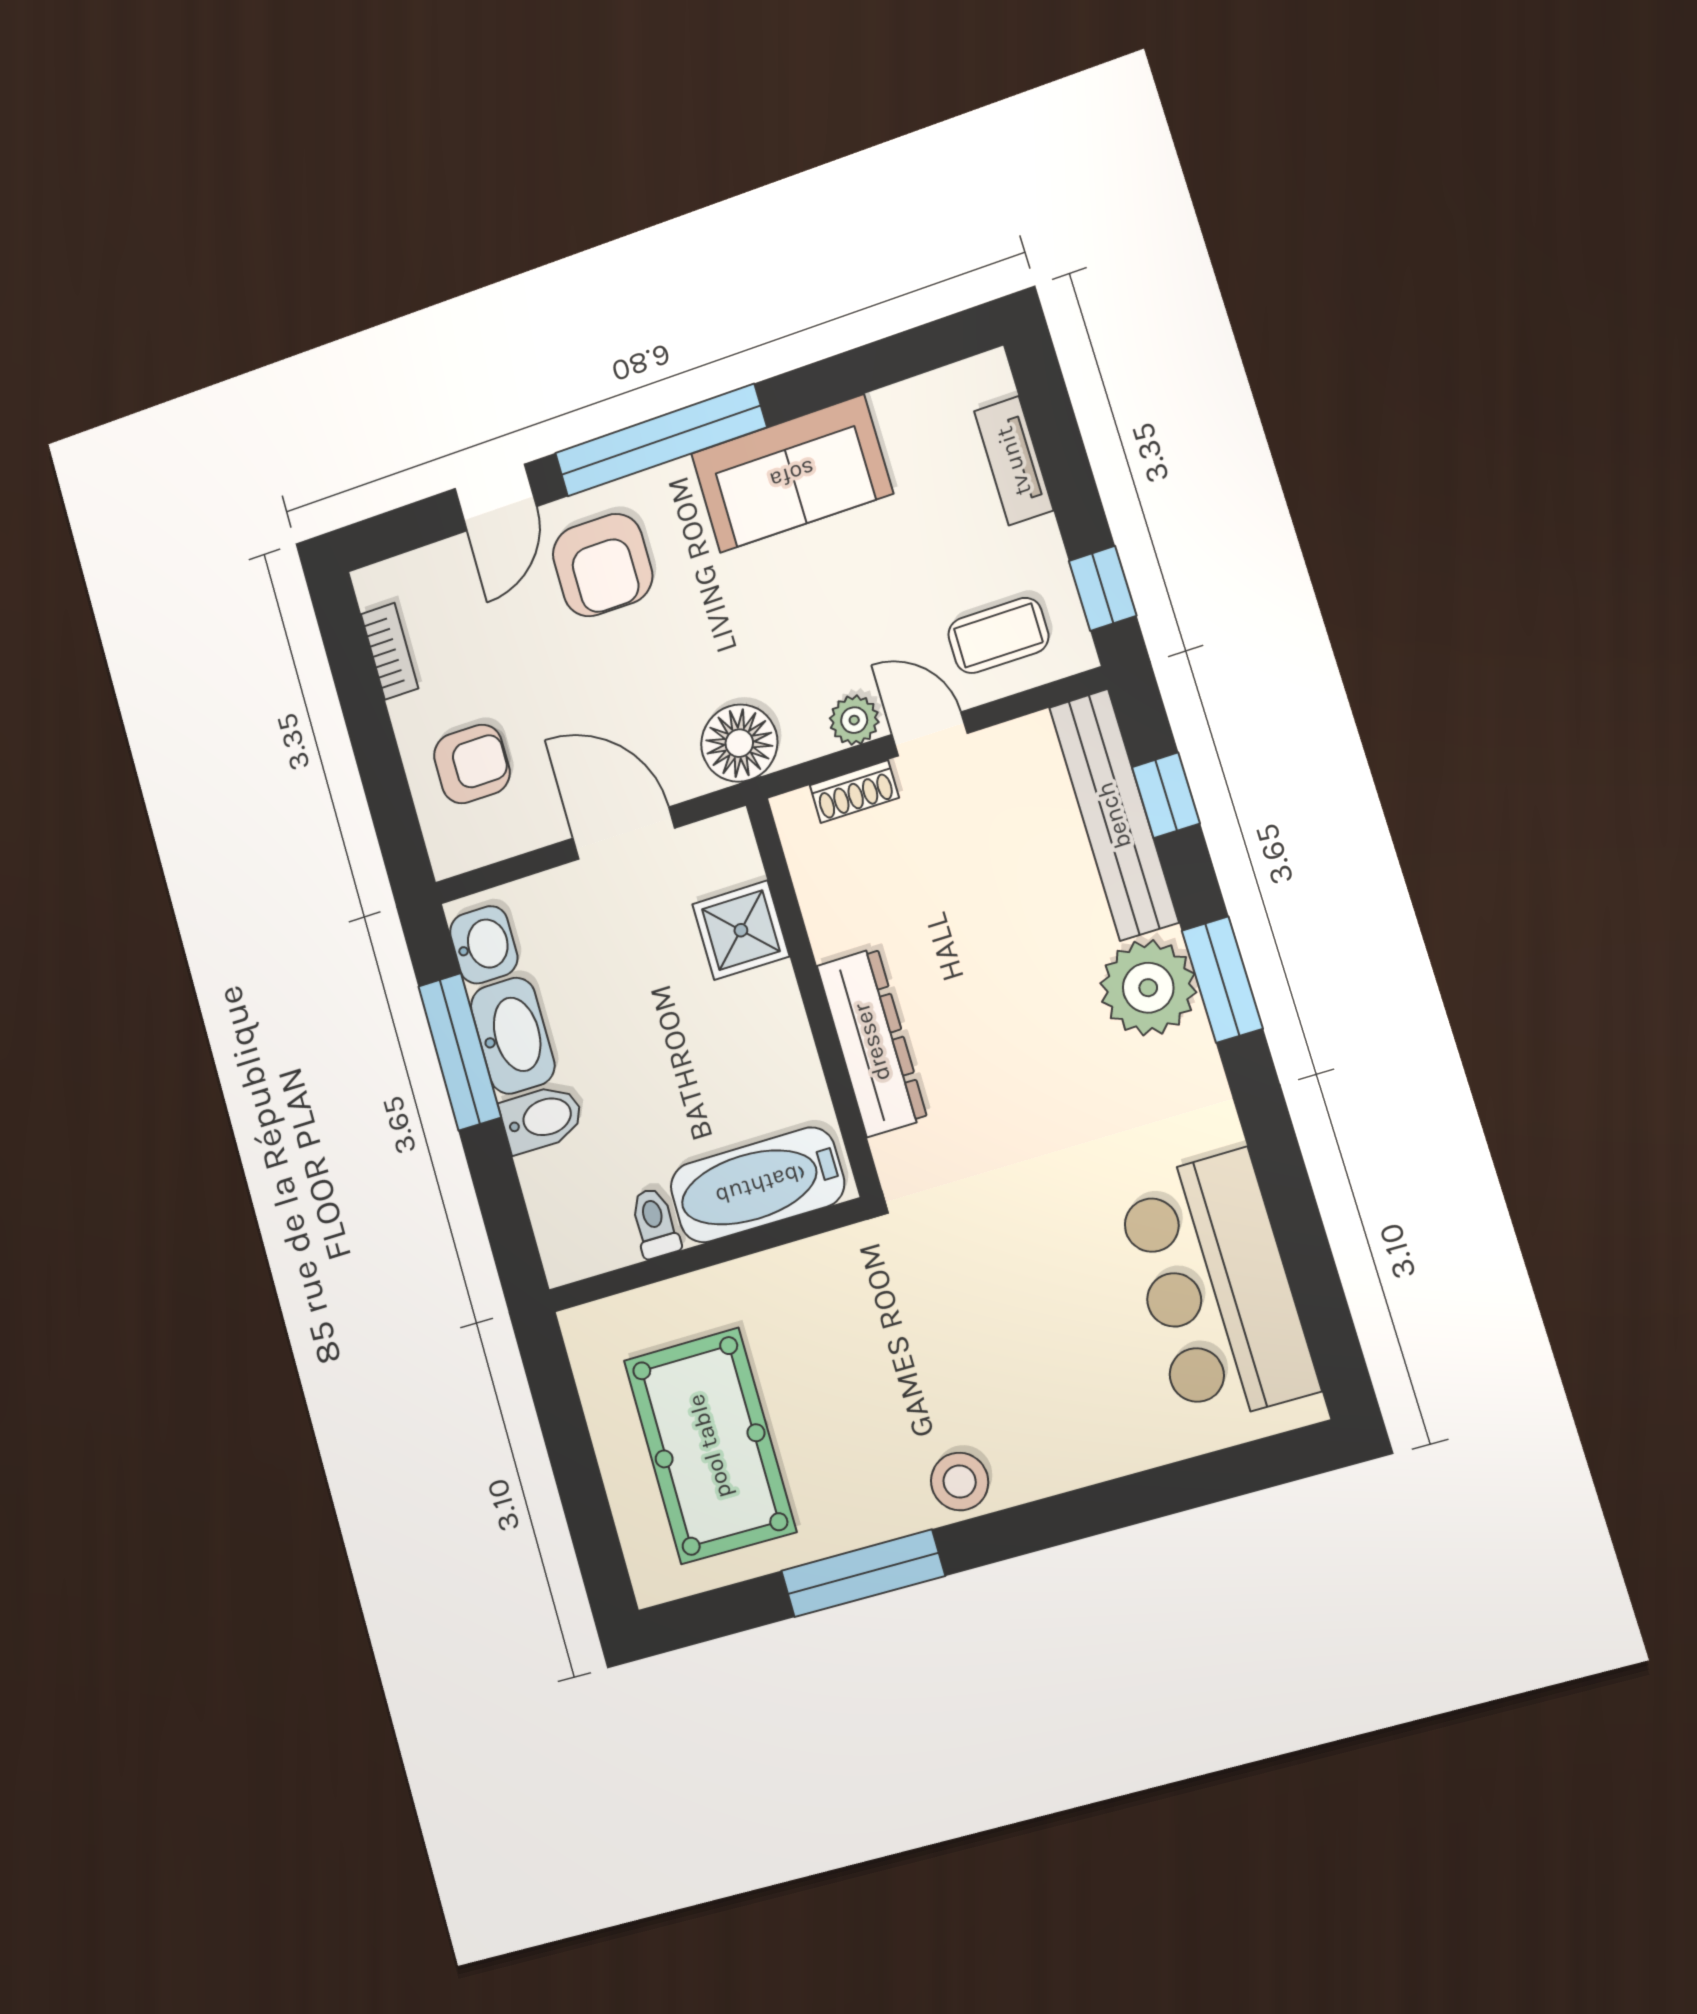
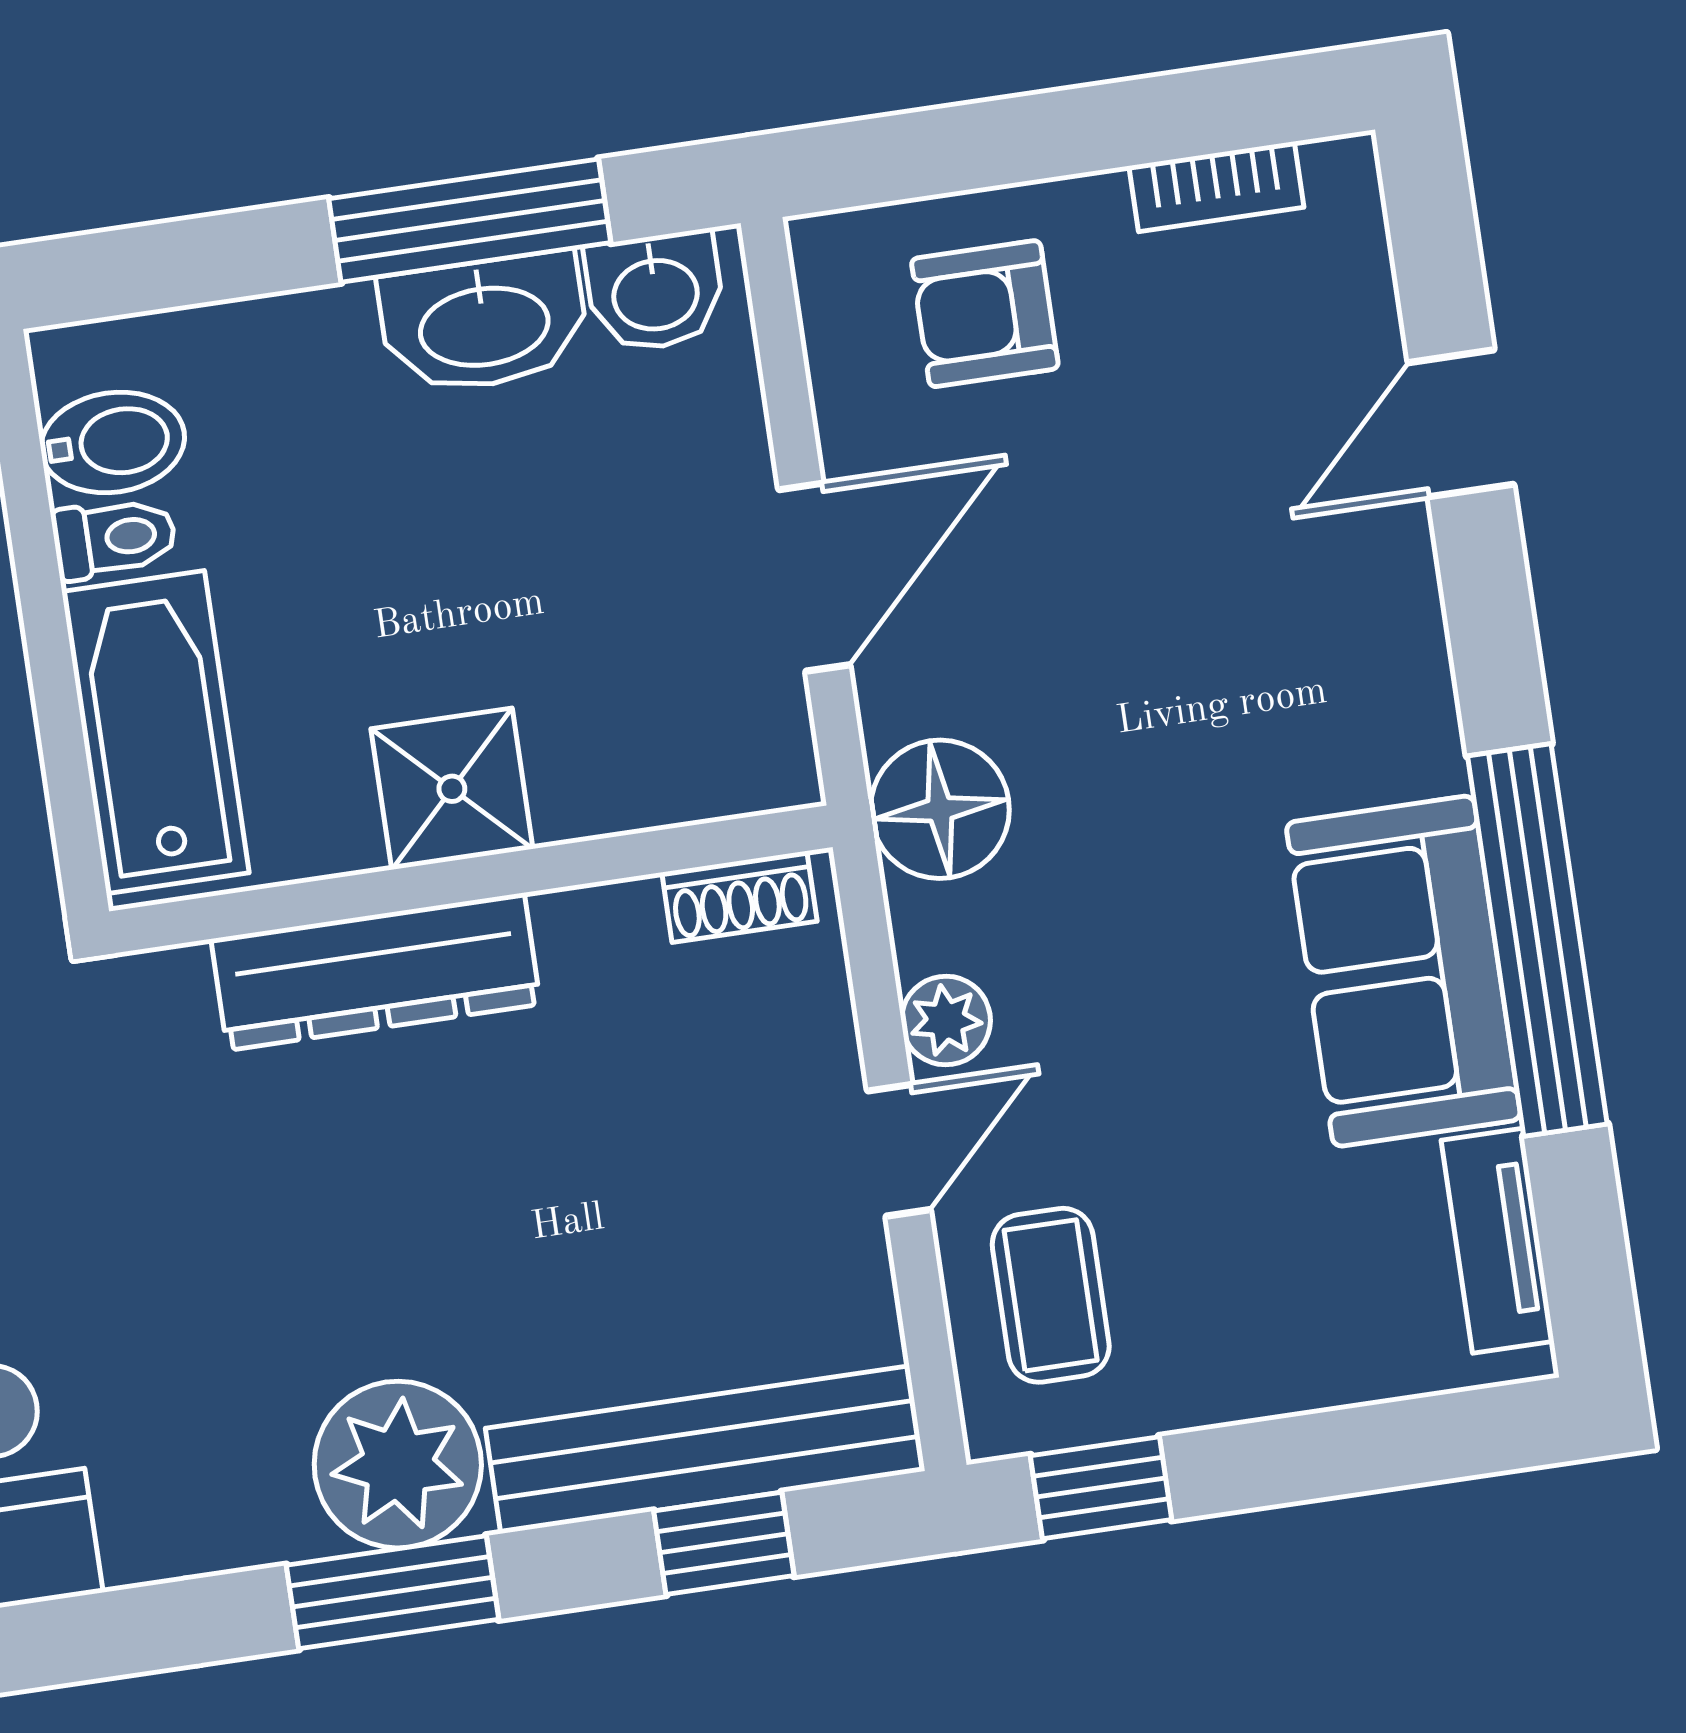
window: (660, 440) -> (1537, 940), moved
tv unit: (1014, 461) -> (1498, 1241), moved, turned -90
door: (496, 498) -> (1461, 423), hinge flipped
armchair: (603, 565) -> (1302, 605), removed
armchair: (472, 764) -> (985, 314), turned 90
shoe rack: (854, 792) -> (739, 897), moved, turned -90
shower: (741, 930) -> (452, 789), moved
bidet: (542, 1118) -> (113, 442), moved, turned -90

